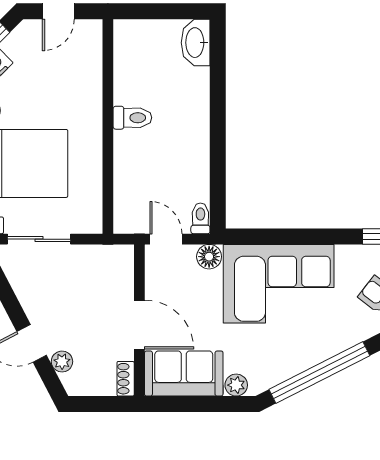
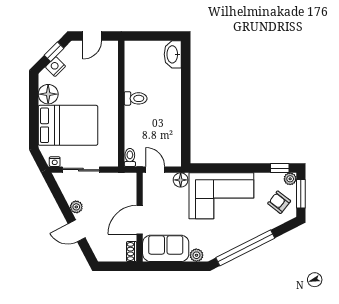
toilet: (200, 218) -> (130, 157), moved
door: (139, 325) -> (140, 220), swing flipped
plant: (62, 362) -> (76, 207), moved

